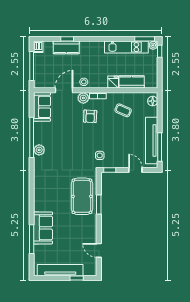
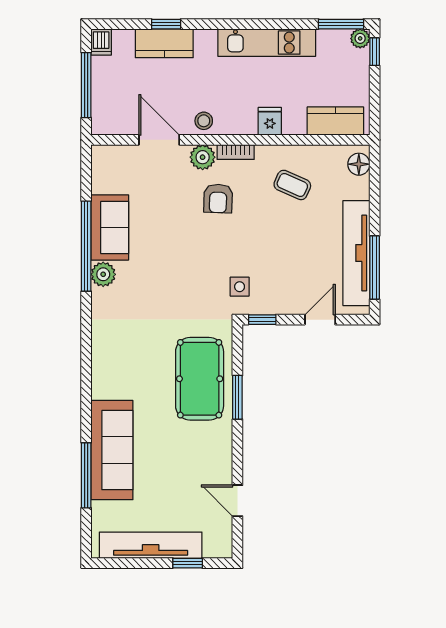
kitchen unit: (126, 47) -> (267, 43), moved
kitchen counter: (132, 82) -> (335, 121), moved
door: (64, 90) -> (159, 140), hinge flipped
sofa: (42, 107) -> (110, 227), moved
door: (135, 170) -> (320, 320), hinge flipped
sofa: (43, 228) -> (112, 450), width x1.36

